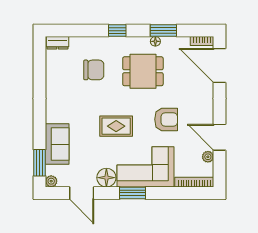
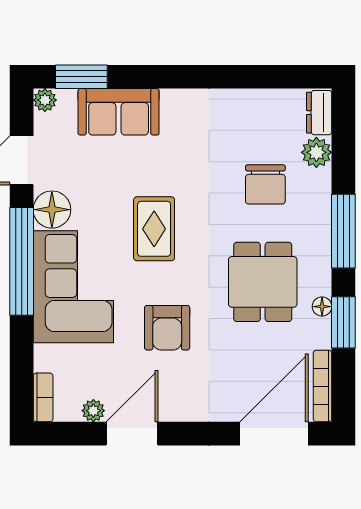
window: (117, 31) -> (343, 231), width x2.17
bookcase: (202, 41) -> (322, 386), width x1.56
plant: (78, 44) -> (316, 152), added
bookcase: (194, 182) -> (43, 397), width x0.64
window: (133, 193) -> (22, 261), width x2.11

